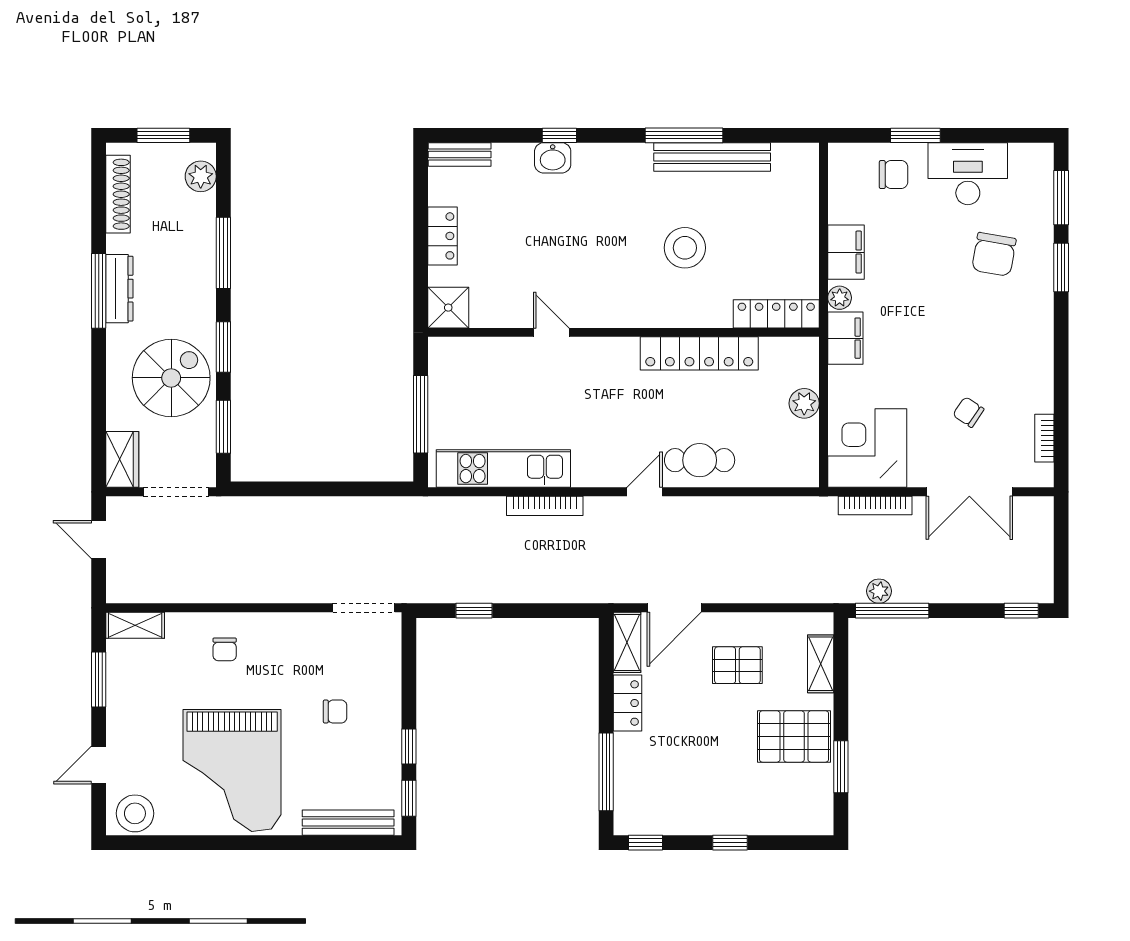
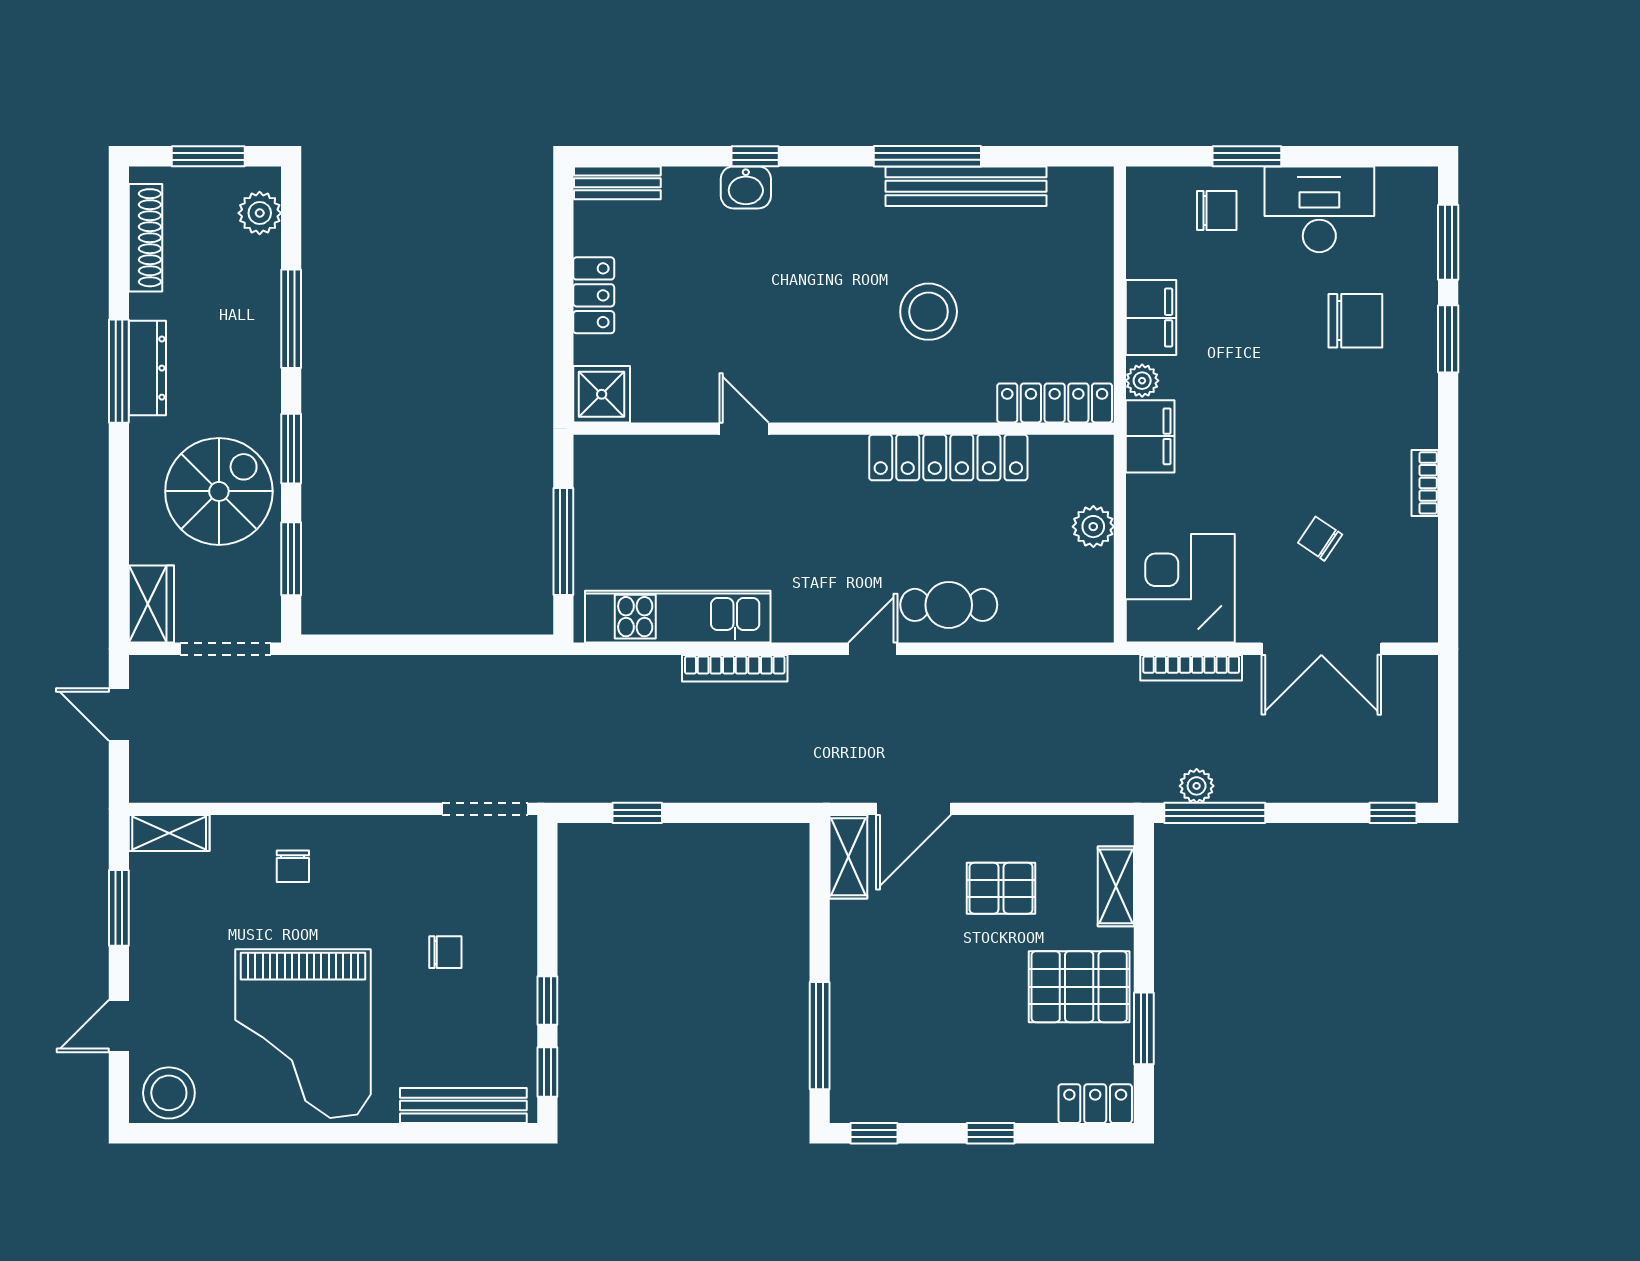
chair: (994, 254) -> (1355, 321), turned -100
bookcase: (1044, 438) -> (1425, 483), moved
locker: (627, 703) -> (1095, 1104), moved, turned -90

